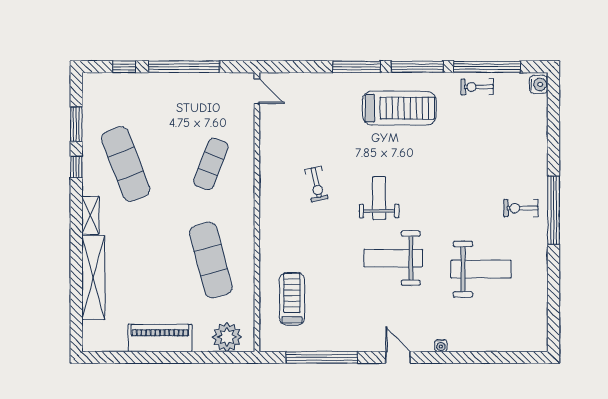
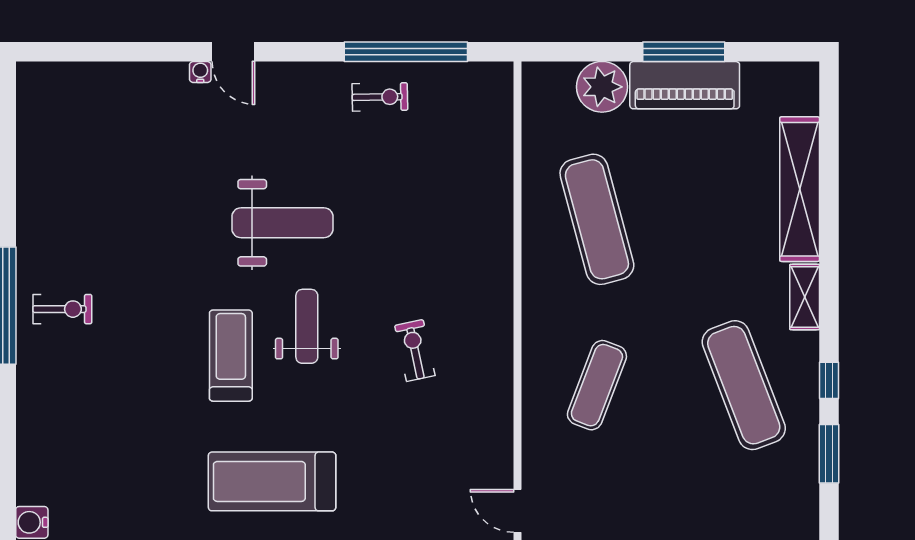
exercise bike: (477, 87) -> (380, 97), moved
weight bench: (379, 198) -> (307, 326), turned 180
weight bench: (481, 269) -> (131, 204), removed
treadmill: (292, 299) -> (231, 356), moved, turned 180
plant: (227, 337) -> (602, 87), moved
window: (160, 357) -> (684, 52), added
door: (398, 357) -> (233, 52), moved

